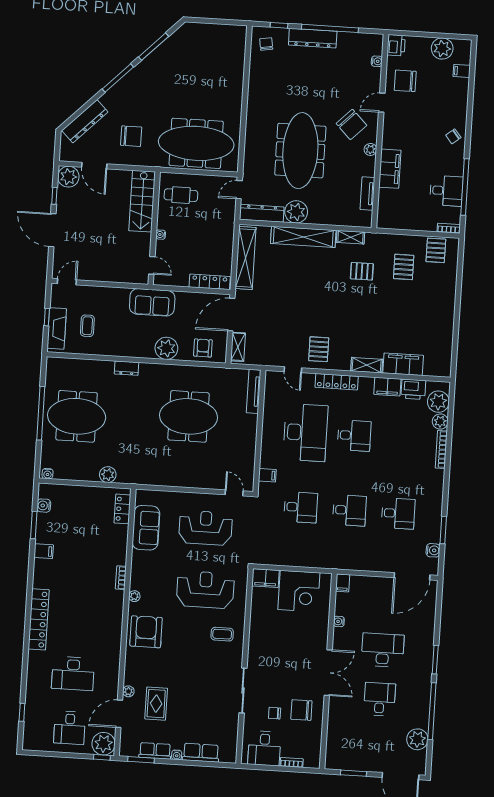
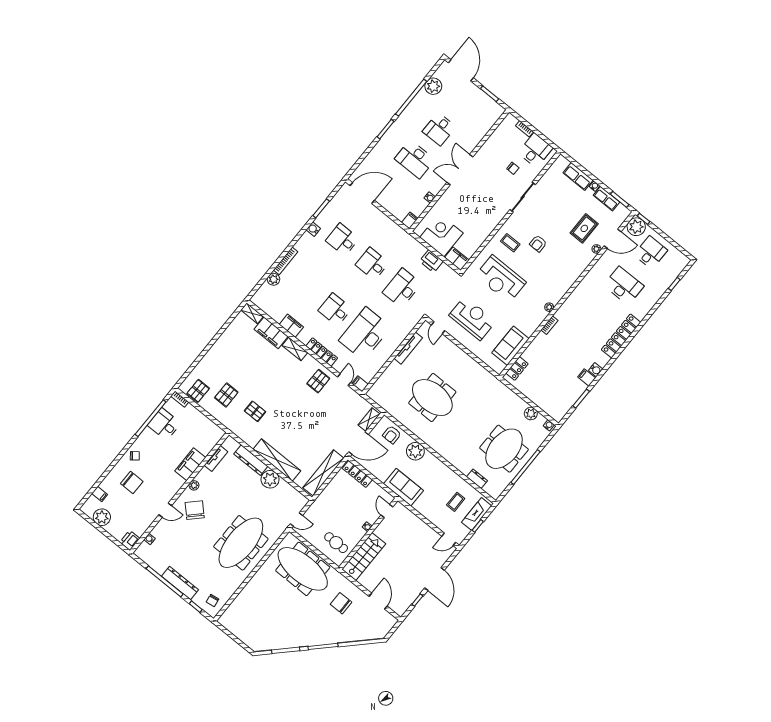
chair: (405, 81) -> (132, 482), moved
dresser: (85, 121) -> (364, 634), removed
meeting table: (300, 151) -> (241, 543), moved
plant: (68, 177) -> (400, 606), removed
dresser: (262, 213) -> (251, 460), moved
shelving: (350, 237) -> (252, 313), moved
dresser: (127, 368) -> (477, 479), moved
printer: (413, 389) -> (431, 261), moved, turned 180
tv unit: (254, 391) -> (408, 348), moved
plant: (438, 402) -> (266, 293), removed
meeting table: (77, 416) -> (504, 449), turned 90
plant: (108, 475) -> (531, 414), moved
filing cabinet: (267, 475) -> (360, 384), moved
water cooler: (44, 506) -> (596, 370), moved
desk: (301, 507) -> (402, 288), width x1.37
reception desk: (206, 528) -> (472, 318), turned 180
water cooler: (433, 550) -> (313, 229), moved
armchair: (146, 632) -> (538, 244), moved, width x0.53, depth x0.53
chair: (301, 710) -> (494, 158), removed

